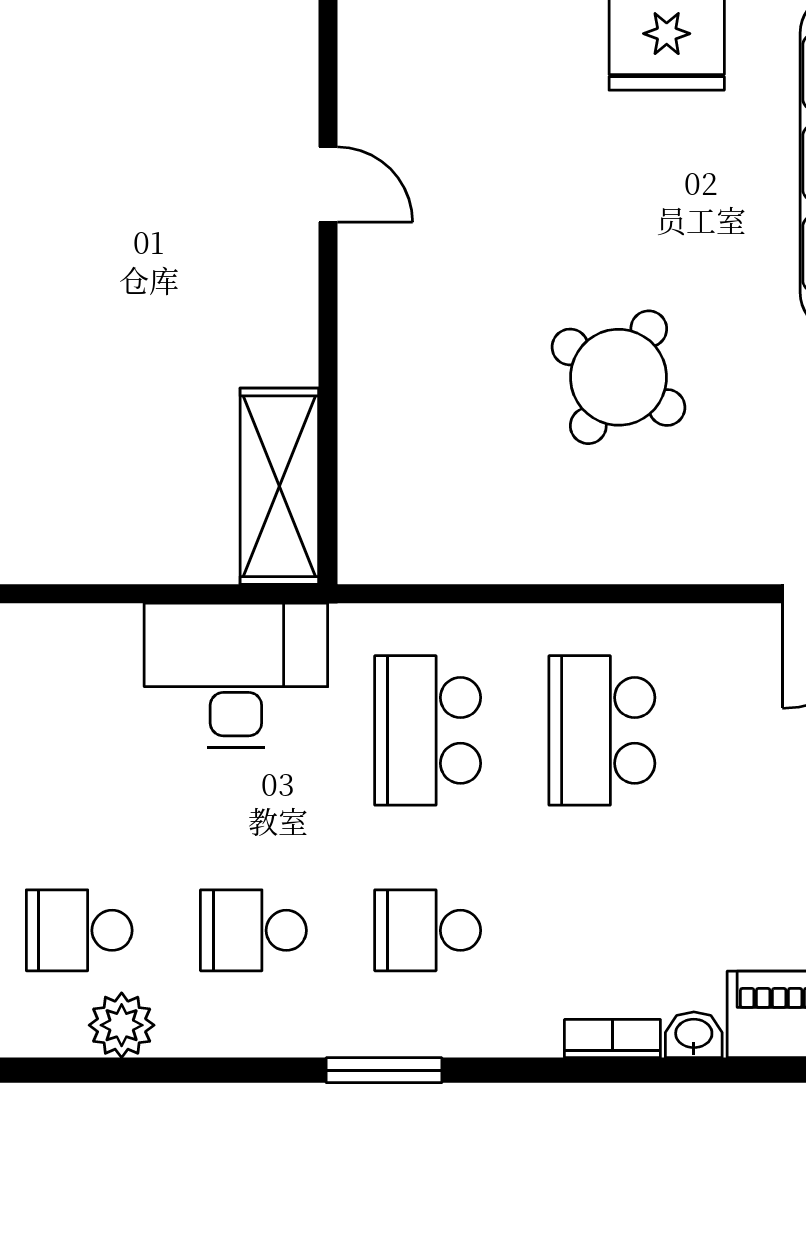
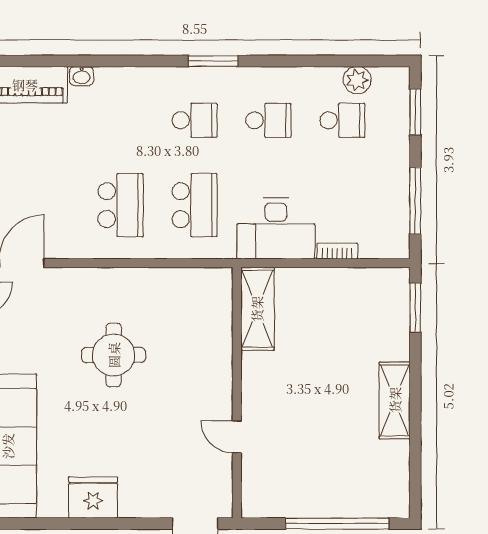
round table: (619, 377) -> (114, 355), turned -32
plant: (122, 1025) -> (357, 80), moved
bookcase: (612, 1039) -> (337, 251), moved, turned 180

